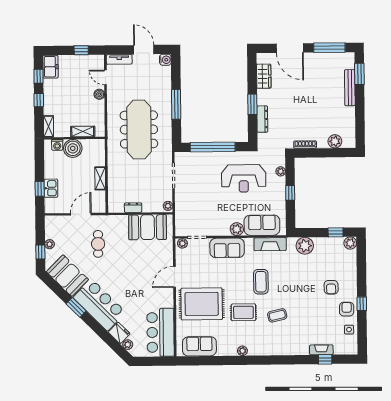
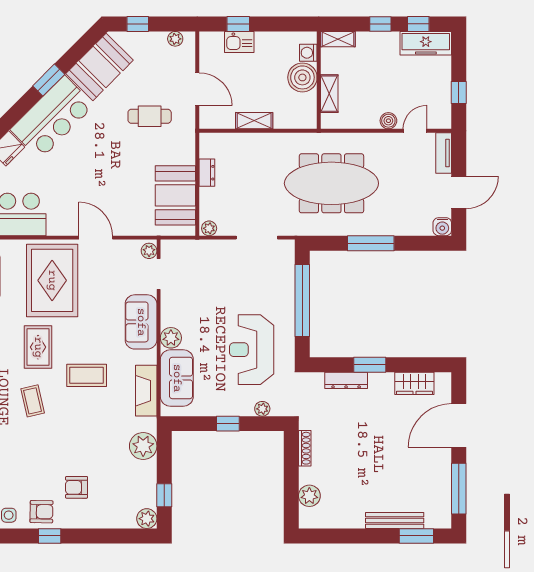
freezer: (50, 67) -> (426, 43), width x1.40
plant: (50, 244) -> (175, 39), moved

